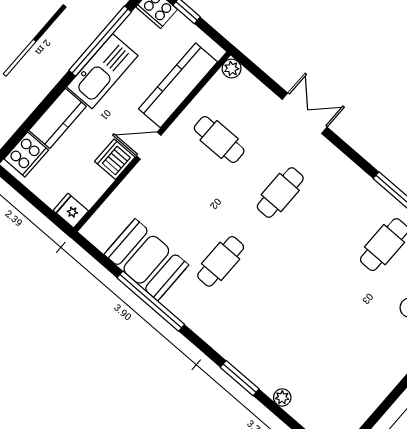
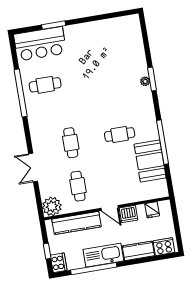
plant: (232, 69) -> (52, 206), width x1.88, depth x1.88
cafe table: (280, 192) -> (71, 143), turned 90
fridge: (71, 211) -> (152, 210), moved
plant: (282, 397) -> (145, 81), moved

